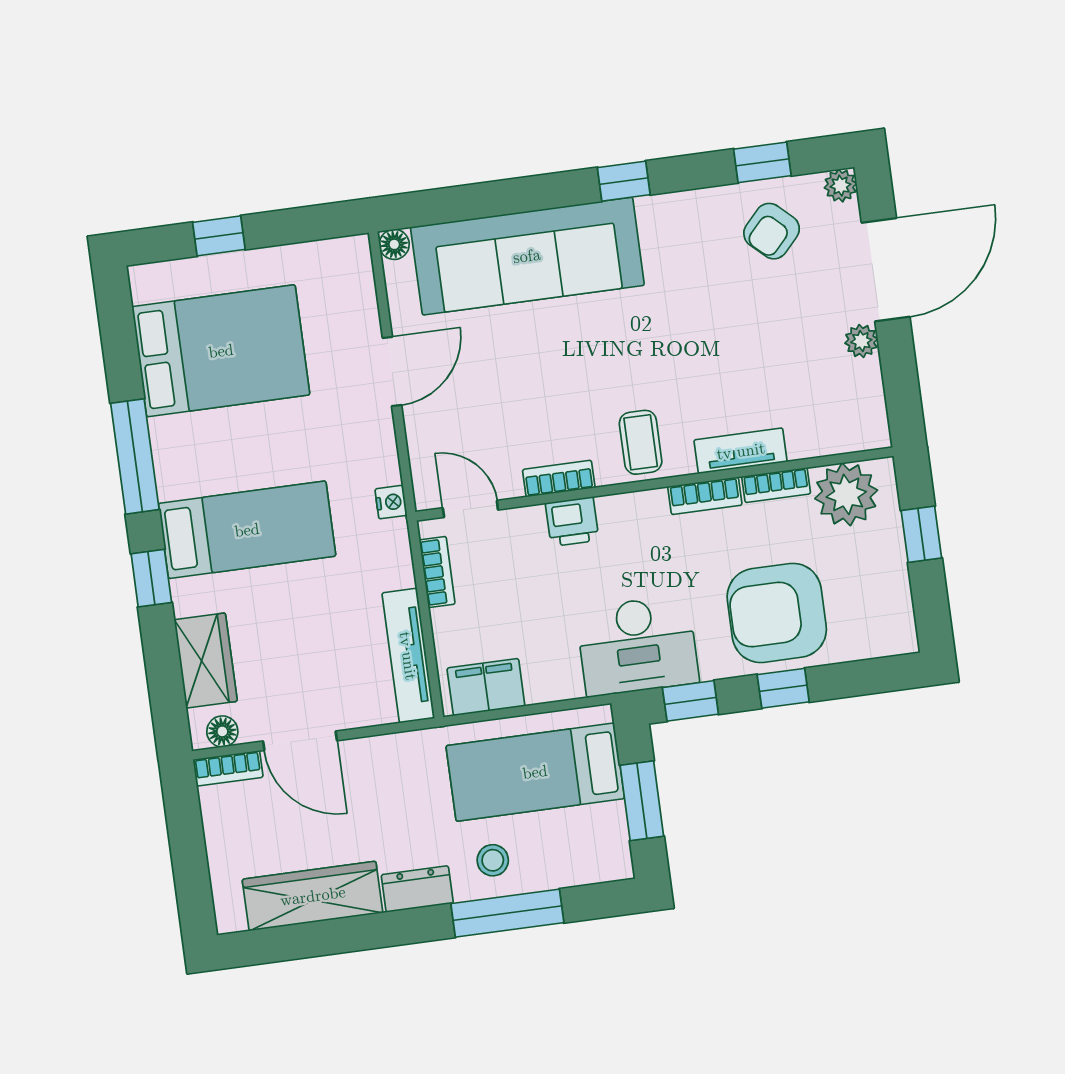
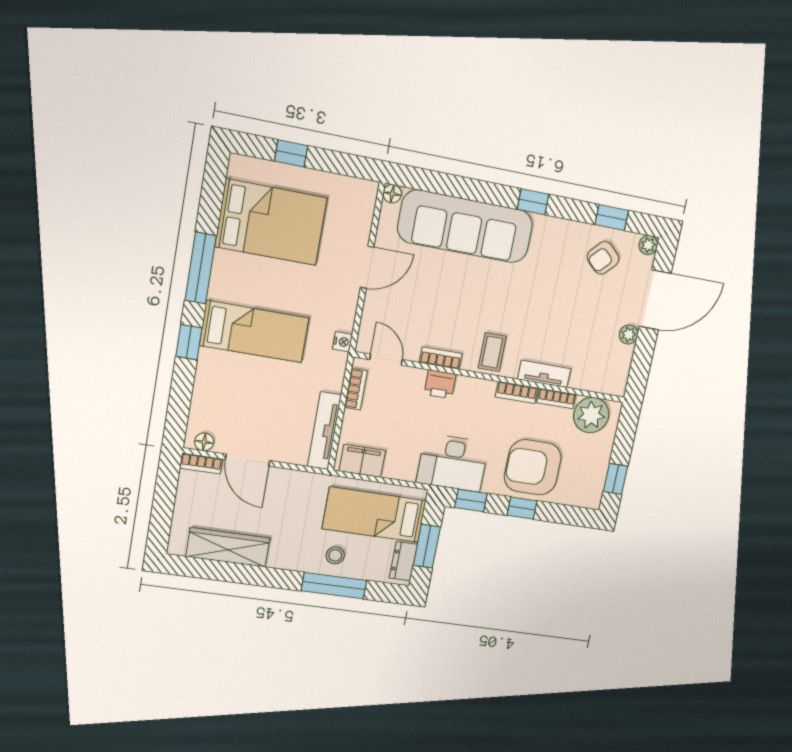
window: (921, 534) -> (615, 479), moved
wardrobe: (206, 661) -> (207, 399), removed
dresser: (417, 889) -> (403, 561), moved, turned -90

